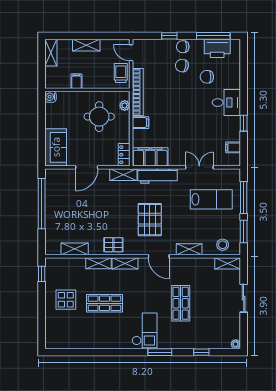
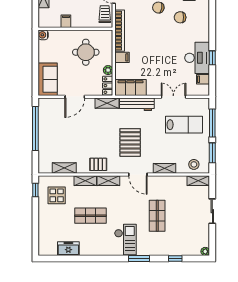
desk: (226, 103) -> (197, 58), moved, width x1.37
plant: (125, 105) -> (108, 70), moved
display table: (66, 300) -> (57, 195), moved
freezer: (79, 341) -> (68, 249), added

